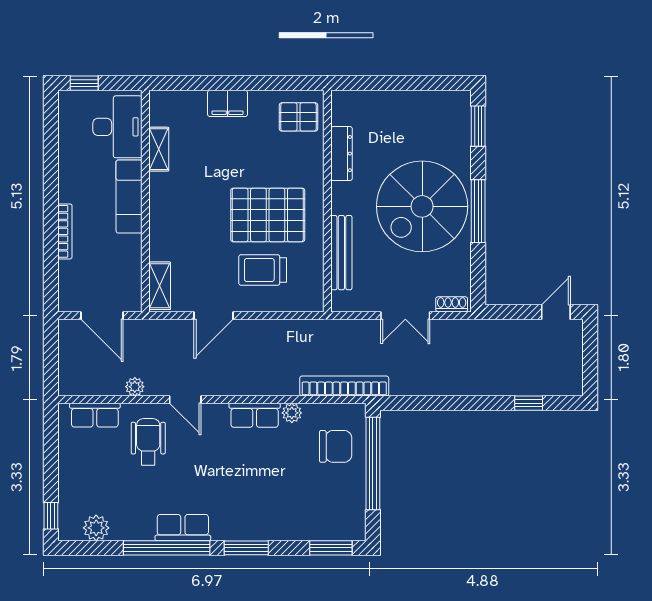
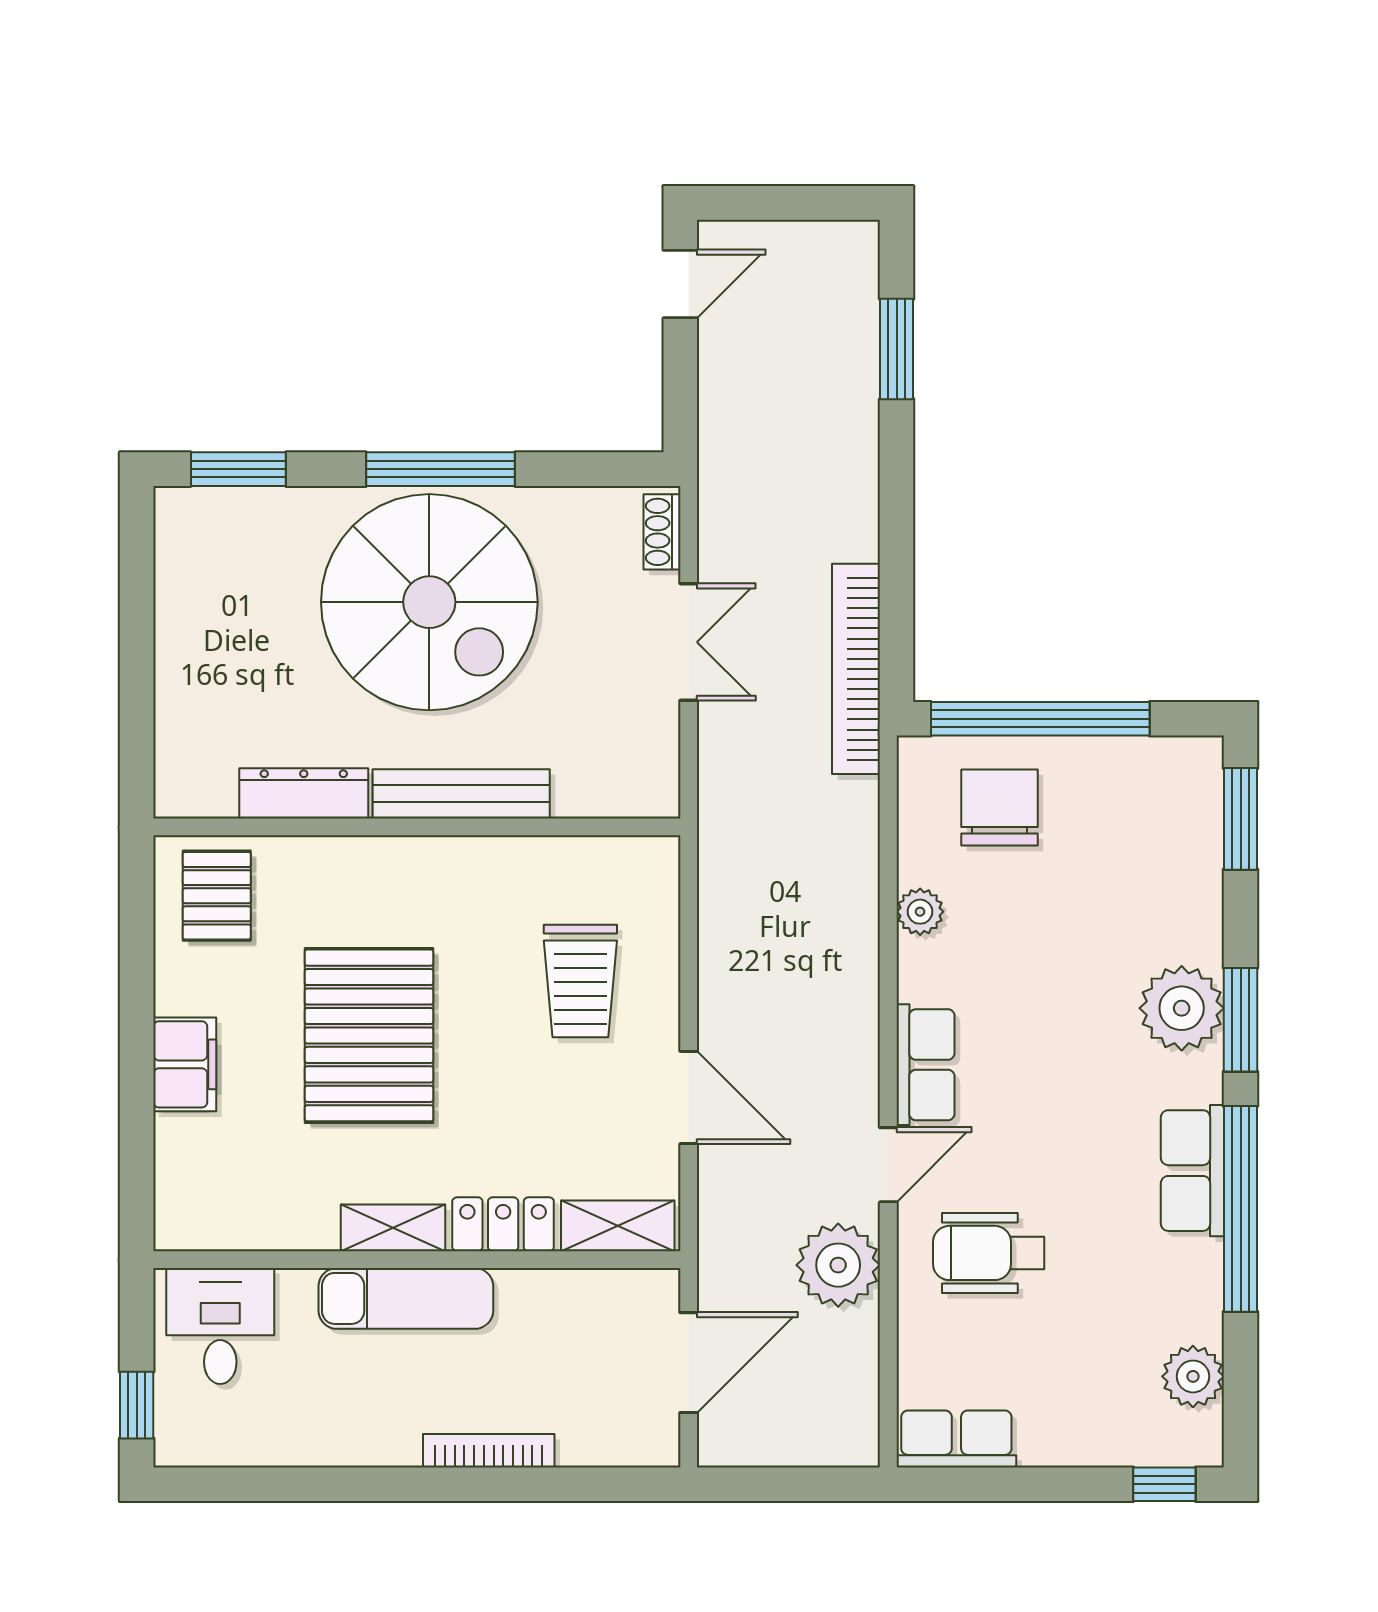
desk: (117, 127) -> (220, 1326), width x0.73
shelving: (159, 149) -> (393, 1228), moved
pallet: (268, 215) -> (369, 1035), moved
locker: (160, 237) -> (503, 1224), added
bench: (341, 253) -> (461, 794), moved
door: (556, 312) -> (680, 284), swing flipped
bookcase: (344, 386) -> (856, 669), moved
plant: (135, 387) -> (838, 1265), width x1.88, depth x1.88
window: (529, 403) -> (897, 349), width x1.50
row of seats: (95, 415) -> (956, 1439), moved, turned -90
row of seats: (255, 415) -> (926, 1065), moved
plant: (251, 523) -> (1182, 1008), added

